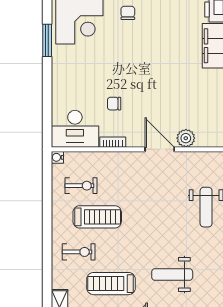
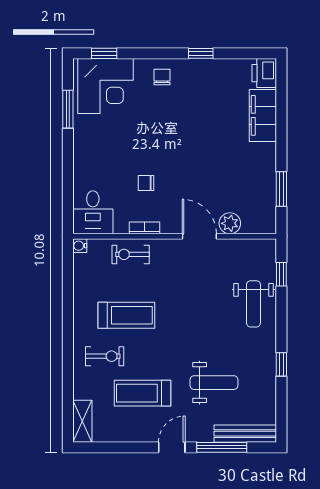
desk: (75, 129) -> (93, 212), width x0.73
exercise bike: (81, 186) -> (131, 254), moved, turned 180
weight bench: (172, 275) -> (214, 383), turned 180

